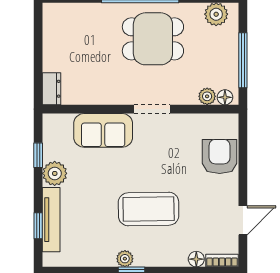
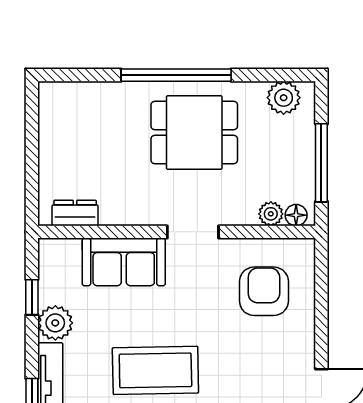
dresser: (52, 89) -> (75, 213), moved, turned -90
armchair: (220, 156) -> (264, 291), moved
coffee table: (149, 209) -> (155, 370), moved

